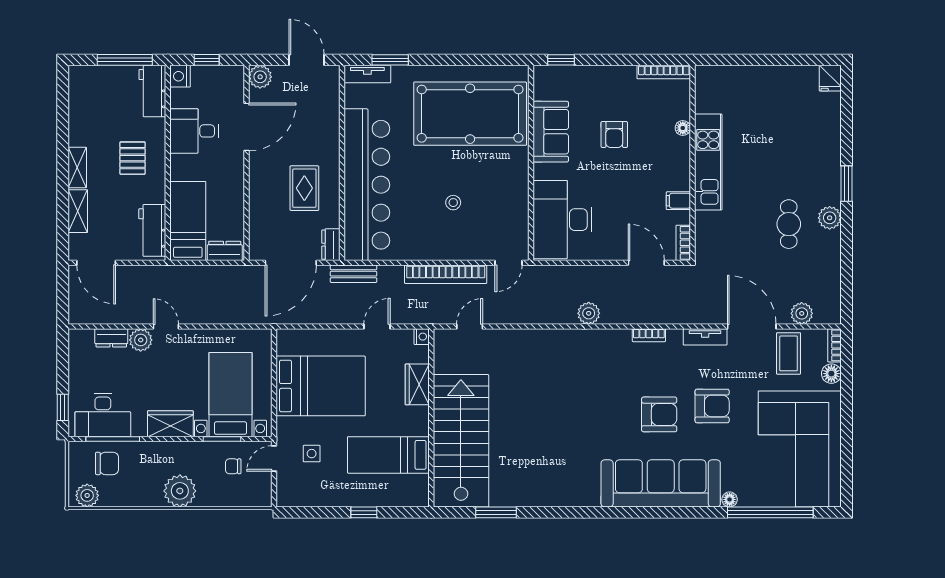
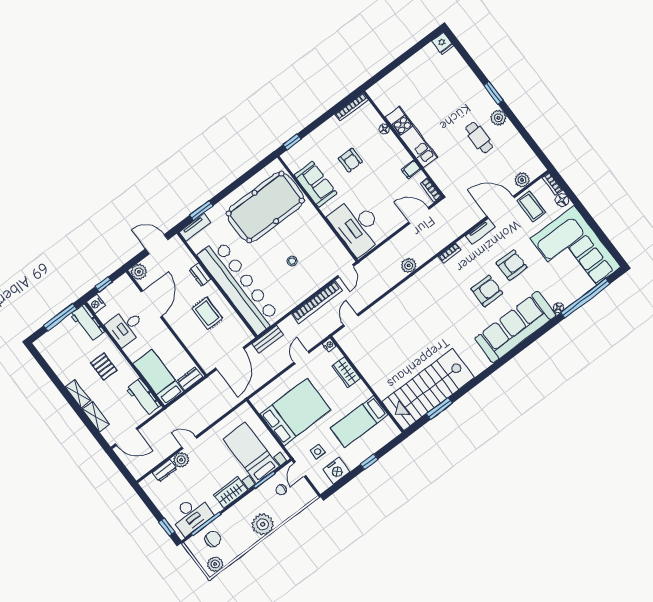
dresser: (331, 245) -> (200, 275), moved
stairs: (461, 441) -> (428, 390), moved, turned -90
nightstand: (317, 493) -> (336, 471), added

